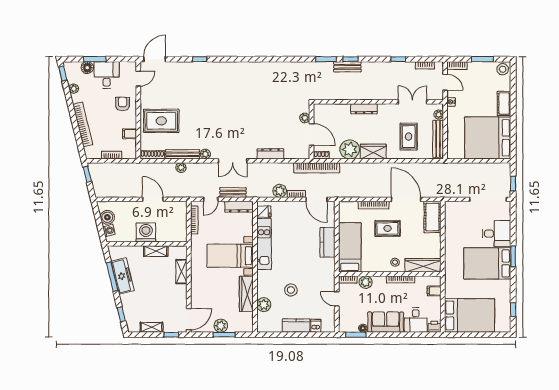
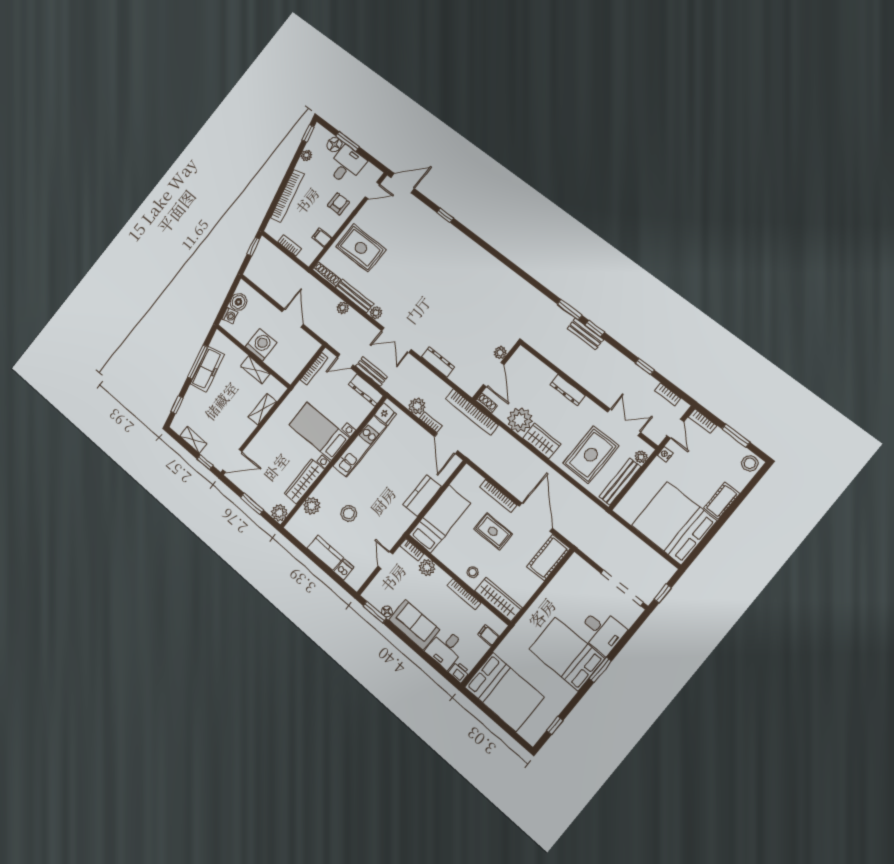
rug: (409, 137) -> (591, 455), width x1.36, depth x1.43
plant: (221, 326) -> (279, 513), moved

